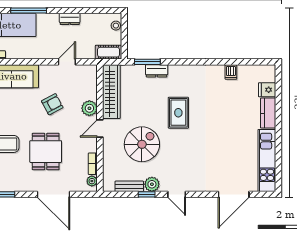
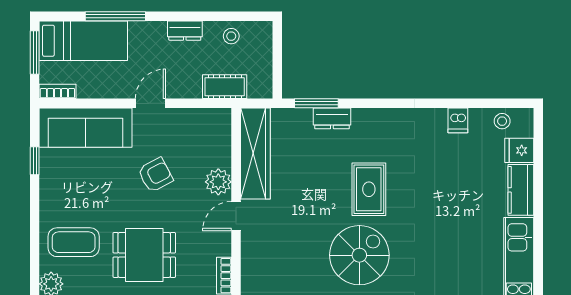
stool: (116, 26) -> (231, 36), moved
cot: (109, 52) -> (225, 87), moved
door: (67, 62) -> (150, 103), moved
stool: (257, 72) -> (502, 121), added
spiral stairs: (142, 144) -> (359, 255), moved
dining table: (46, 152) -> (144, 255), turned 90

